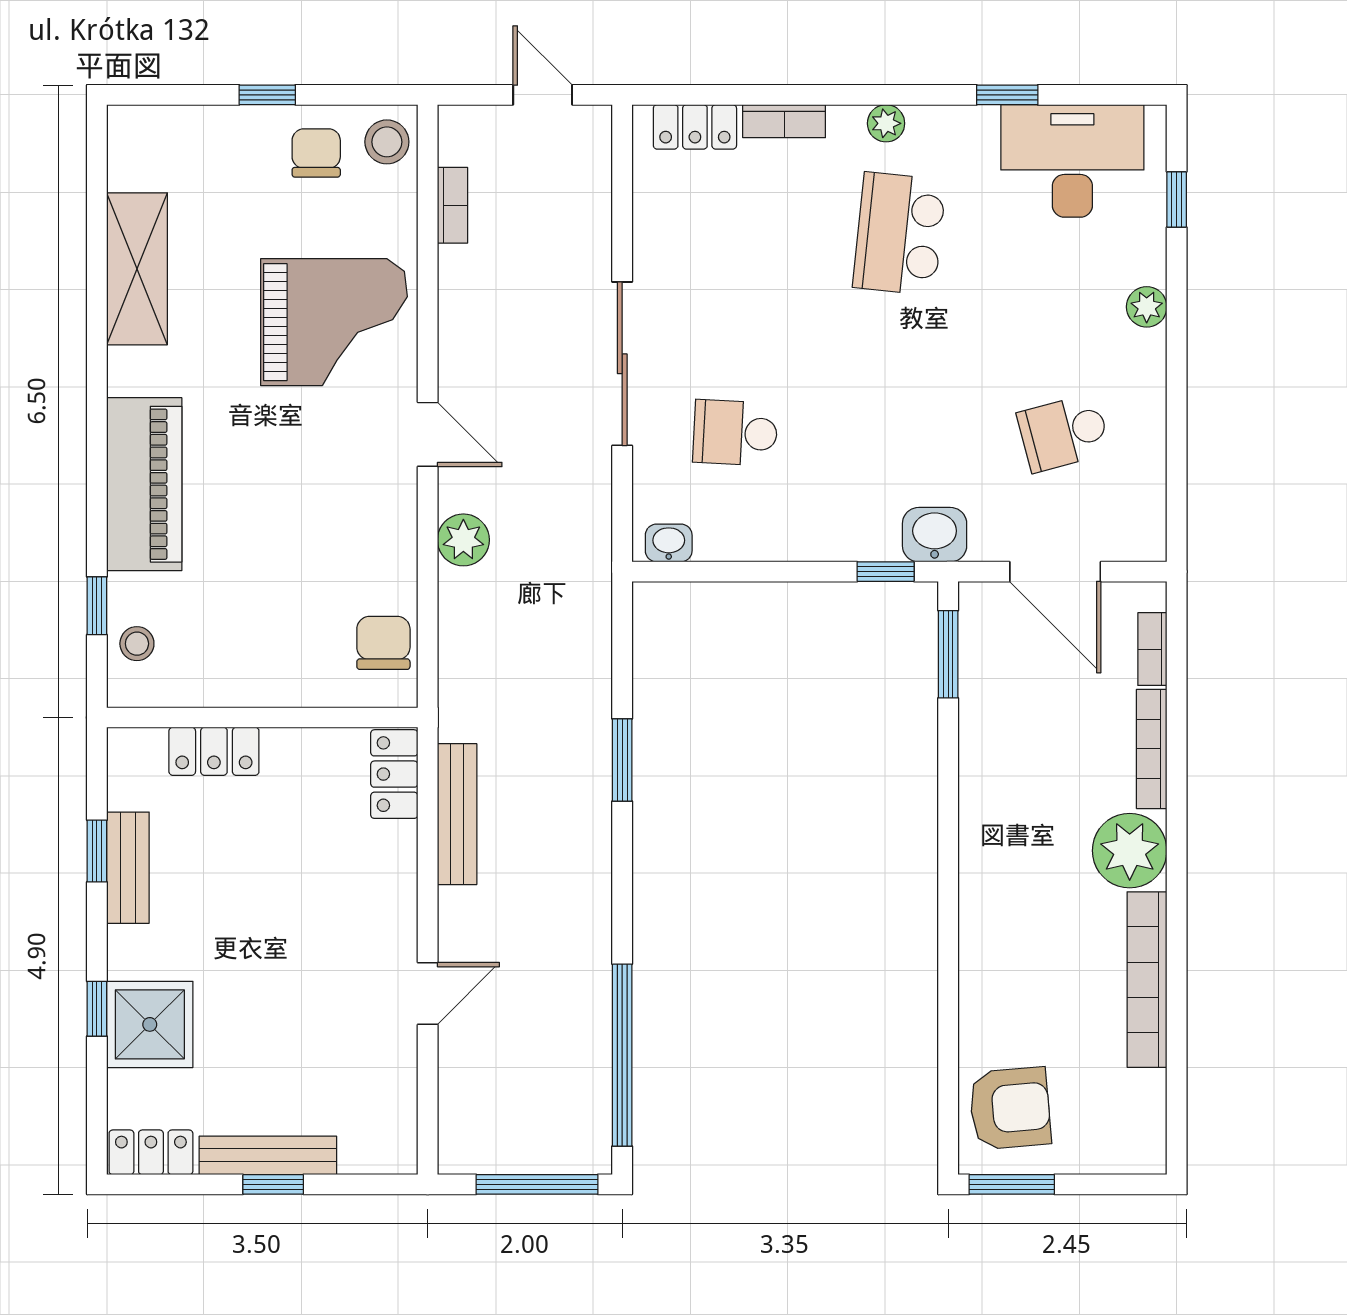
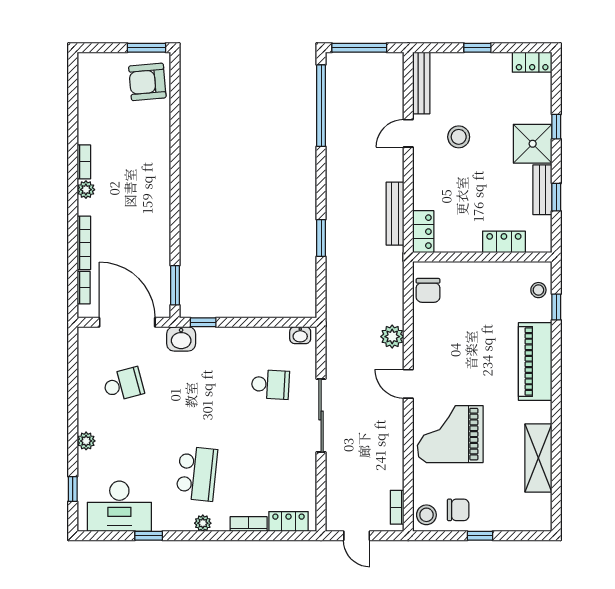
chair: (316, 153) -> (458, 510), turned -90
bookcase: (453, 205) -> (397, 507), moved
door: (1055, 572) -> (127, 322), width x1.36
plant: (1130, 851) -> (86, 190), width x0.53, depth x0.53
bookcase: (1147, 980) -> (84, 162), width x0.43, depth x0.76
stool: (315, 986) -> (459, 137), added
shower: (150, 1024) -> (533, 144), moved
bench: (268, 1155) -> (421, 83), moved, turned 90

